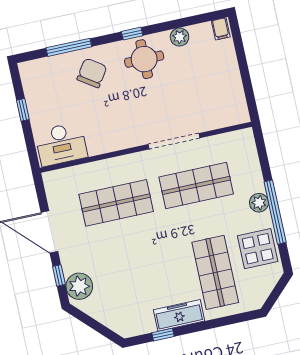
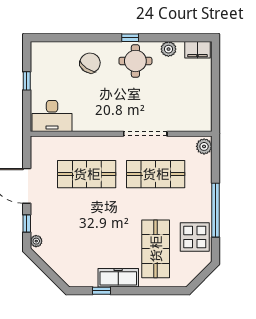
filing cabinet: (221, 29) -> (197, 50), width x2.00
window: (69, 47) -> (76, 38), removed
plant: (259, 203) -> (204, 146), moved
plant: (79, 286) -> (36, 241), width x0.53, depth x0.53

